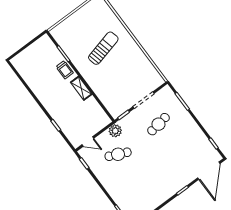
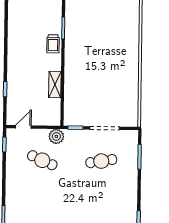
sun lounger: (103, 48) -> (104, 51), removed
shelving: (81, 88) -> (55, 85), moved
door: (88, 142) -> (23, 127), swing flipped

